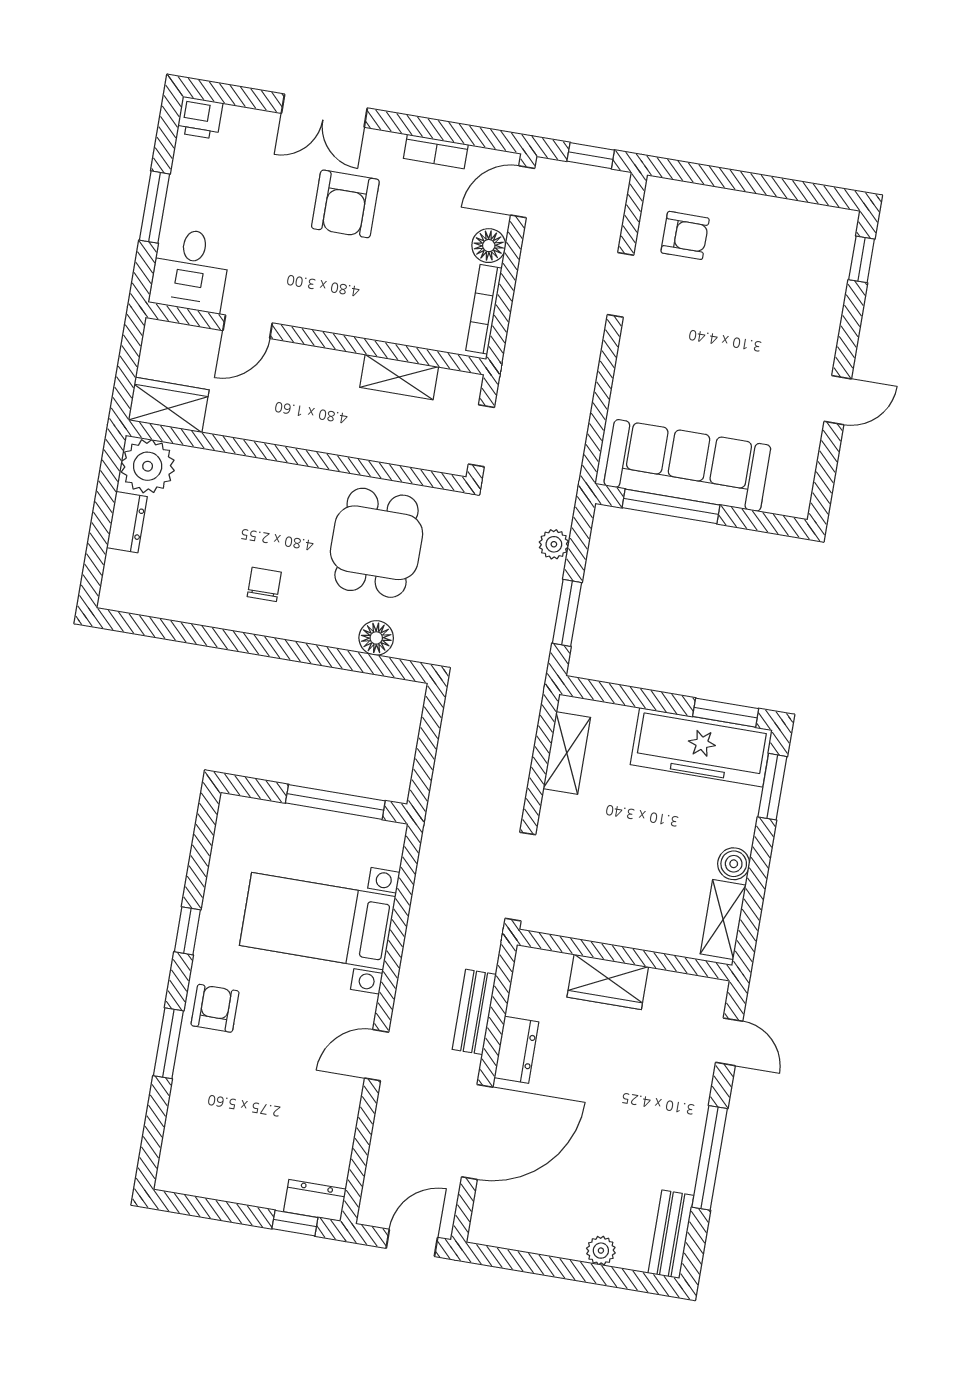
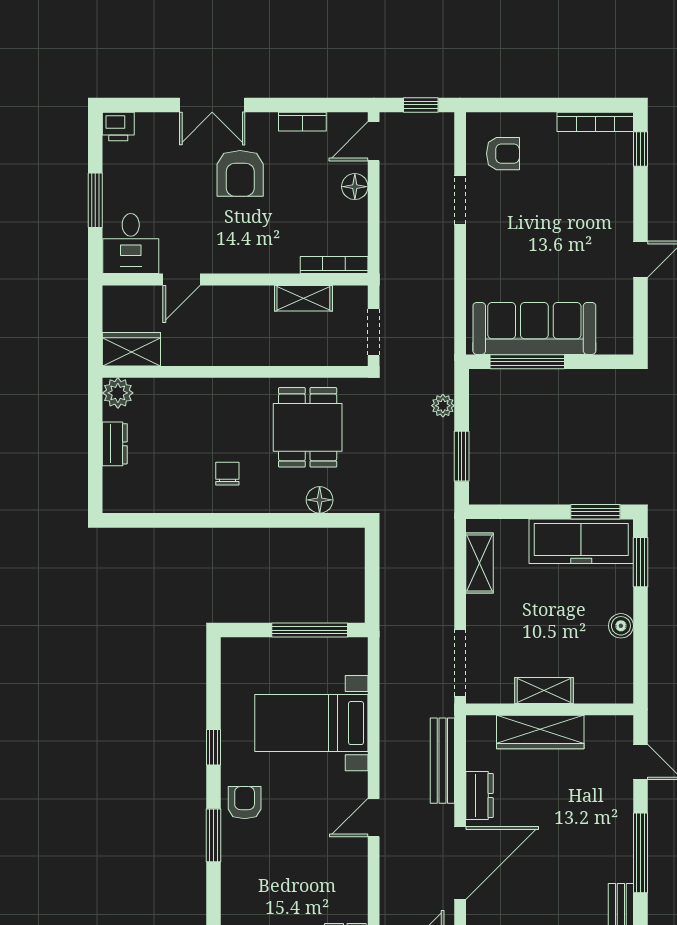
bookcase: (810, 215) -> (595, 122), added
bookcase: (484, 309) -> (334, 265), moved, turned 90
plant: (148, 466) -> (118, 393), width x0.73, depth x0.73
shelving: (723, 920) -> (544, 690), moved, turned 90
wardrobe: (608, 982) -> (540, 732), width x1.50
bench: (474, 1012) -> (442, 761), width x1.36

